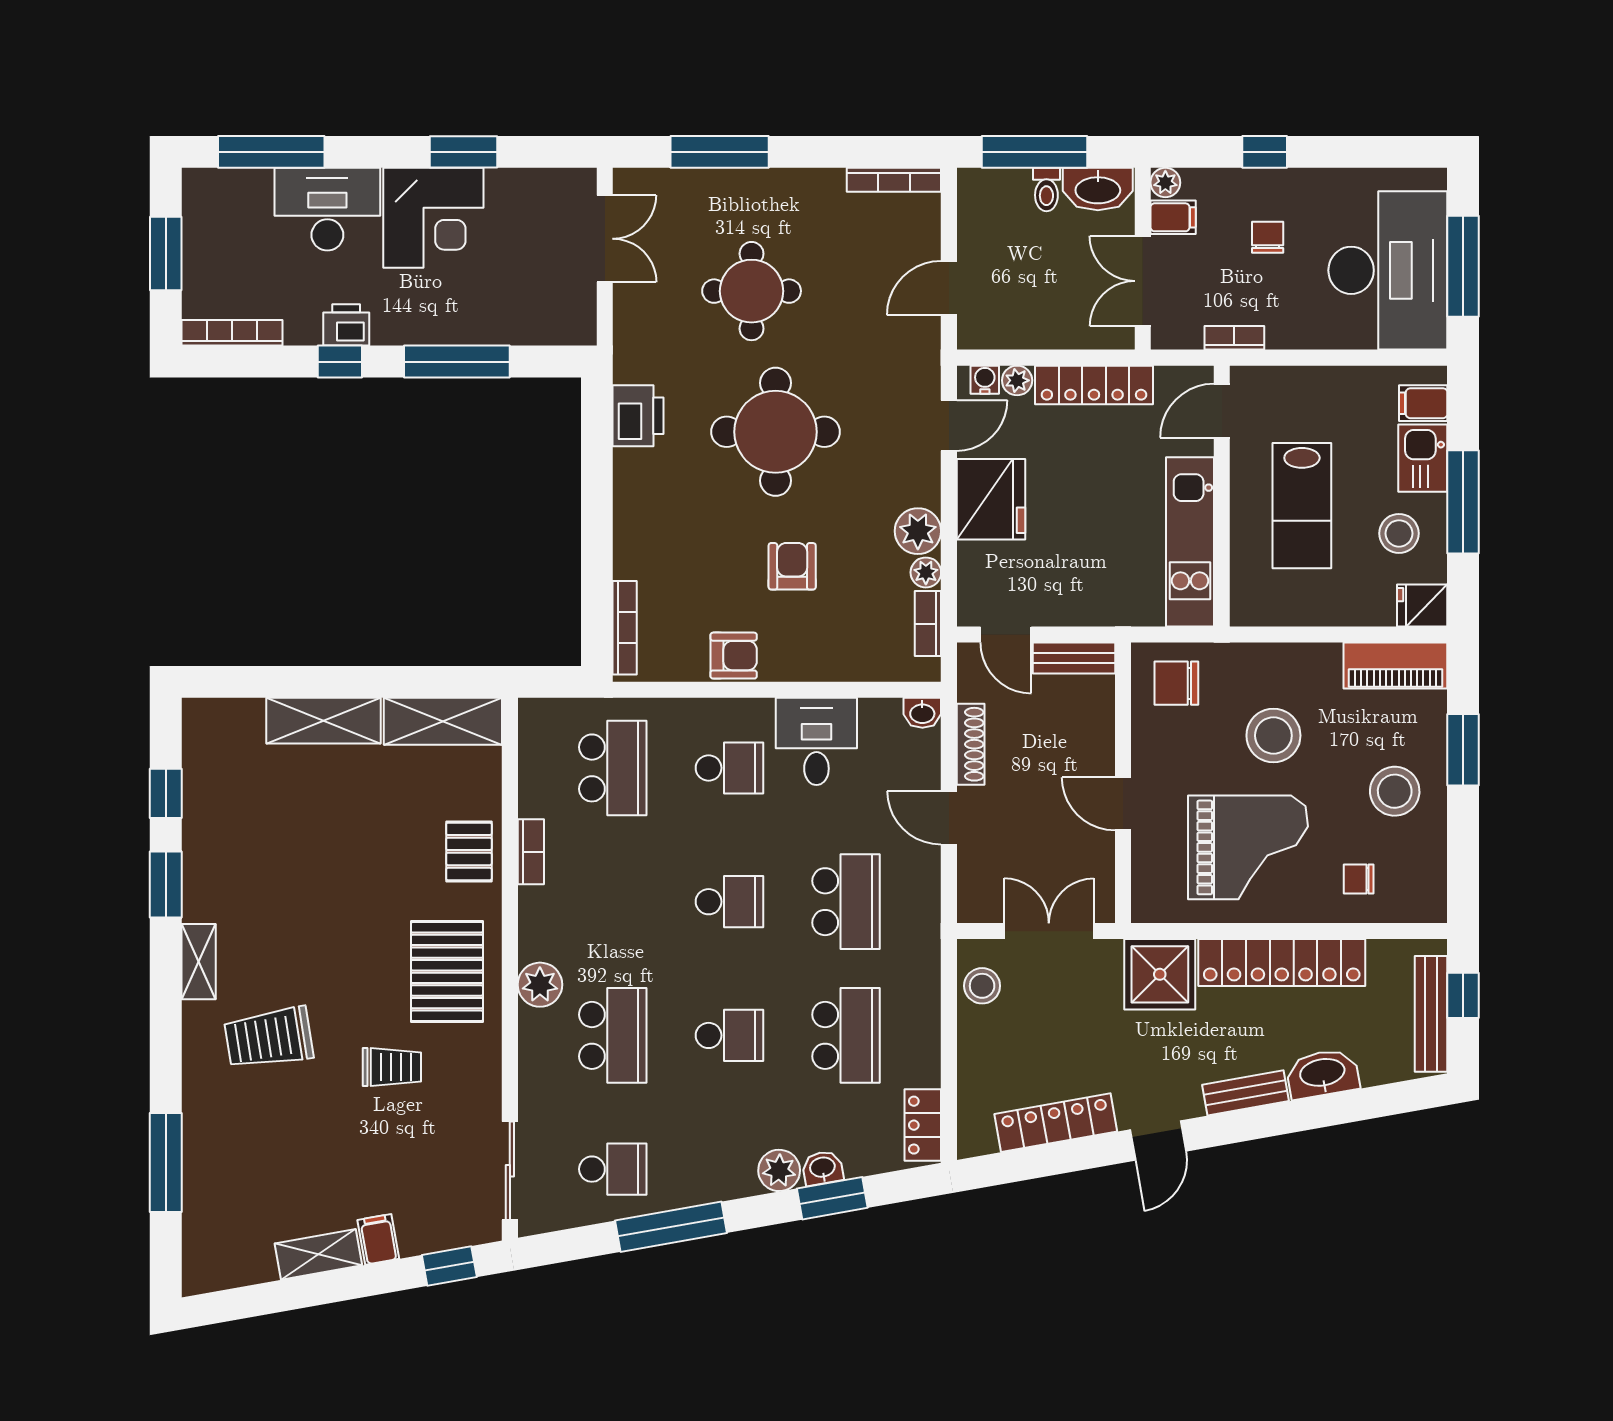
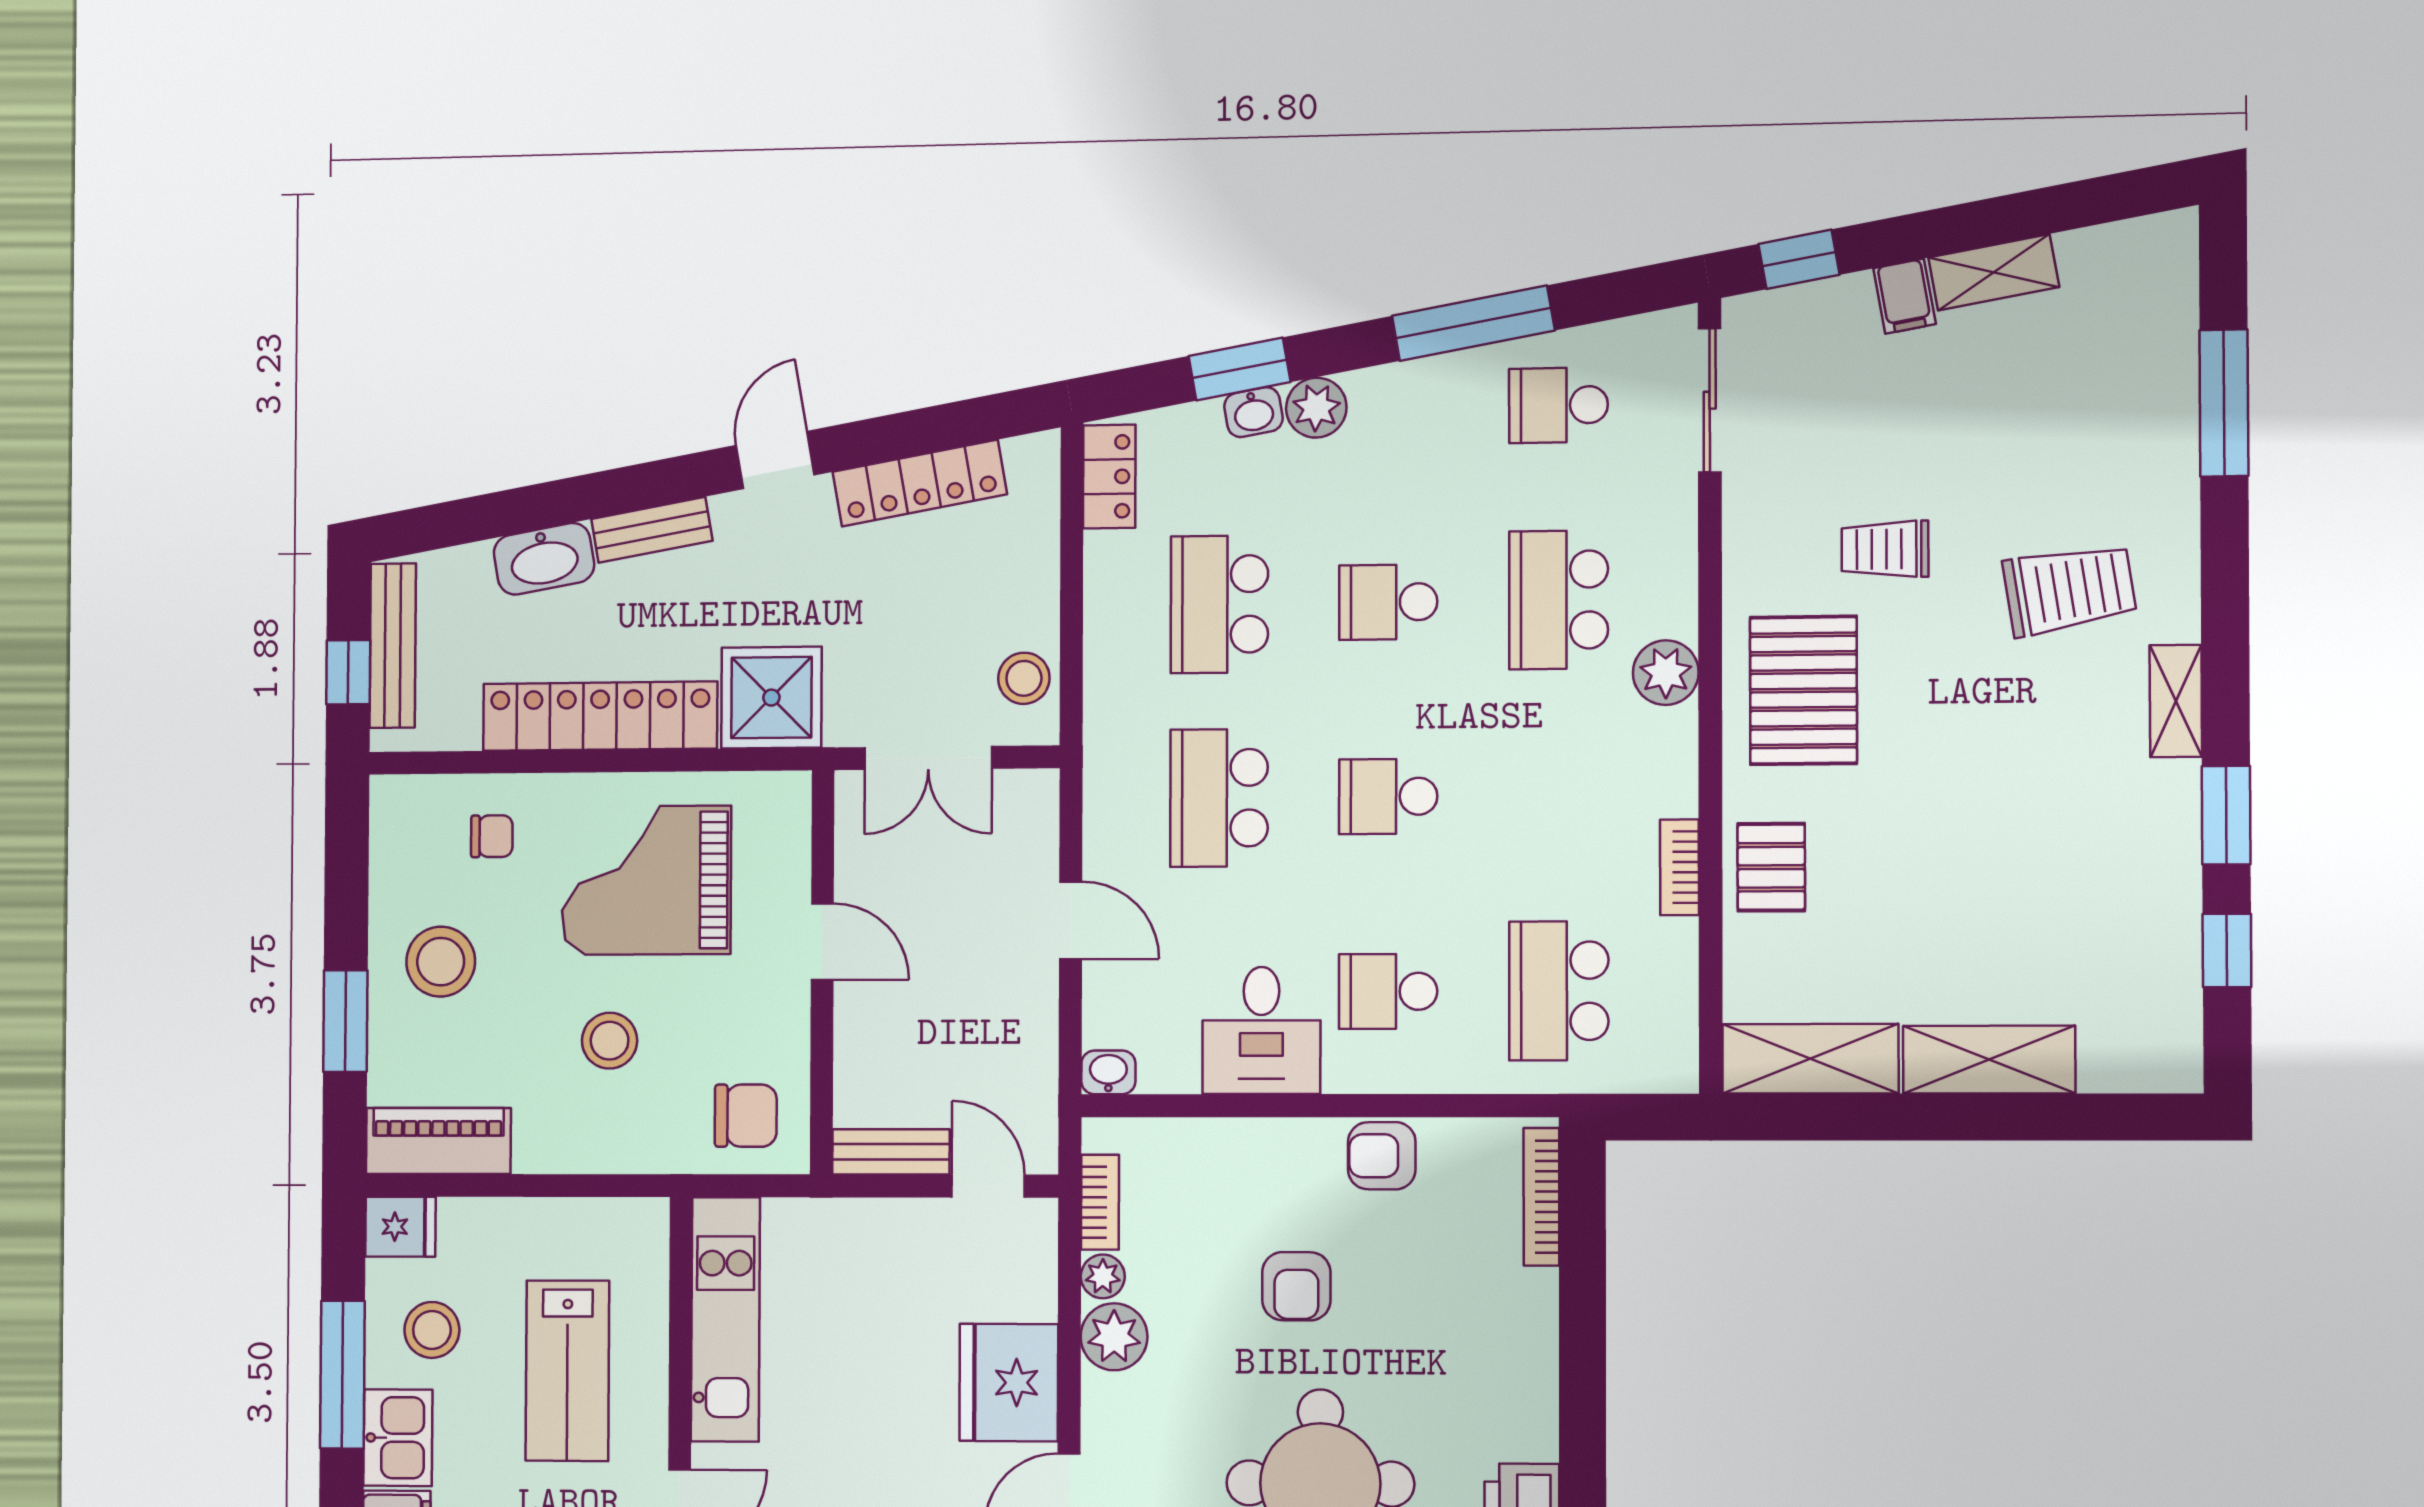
lab bench: (1302, 506) -> (567, 1371), turned 180
stool: (1273, 736) -> (610, 1041), width x0.73, depth x0.73
shoe rack: (971, 744) -> (1039, 1027), removed

